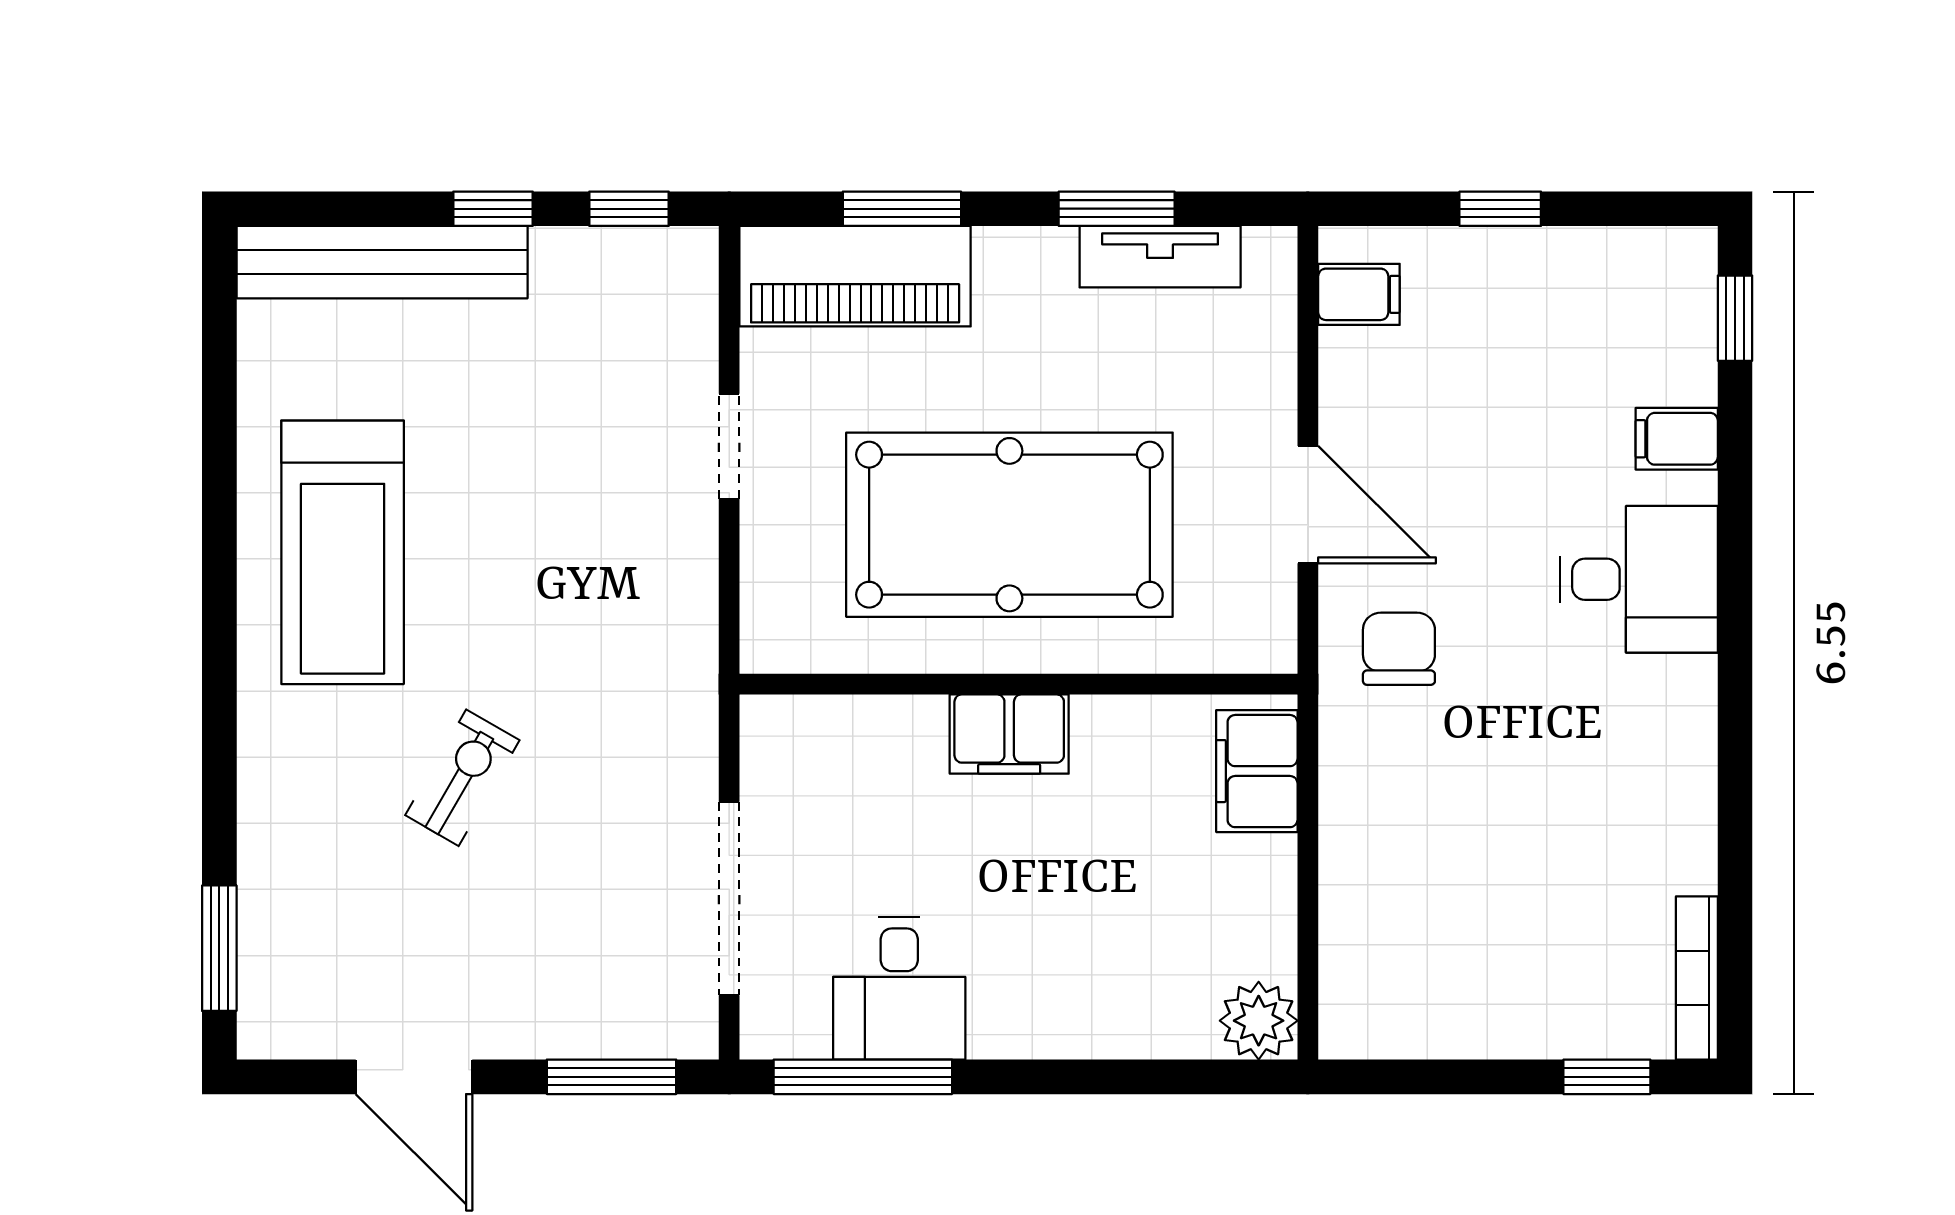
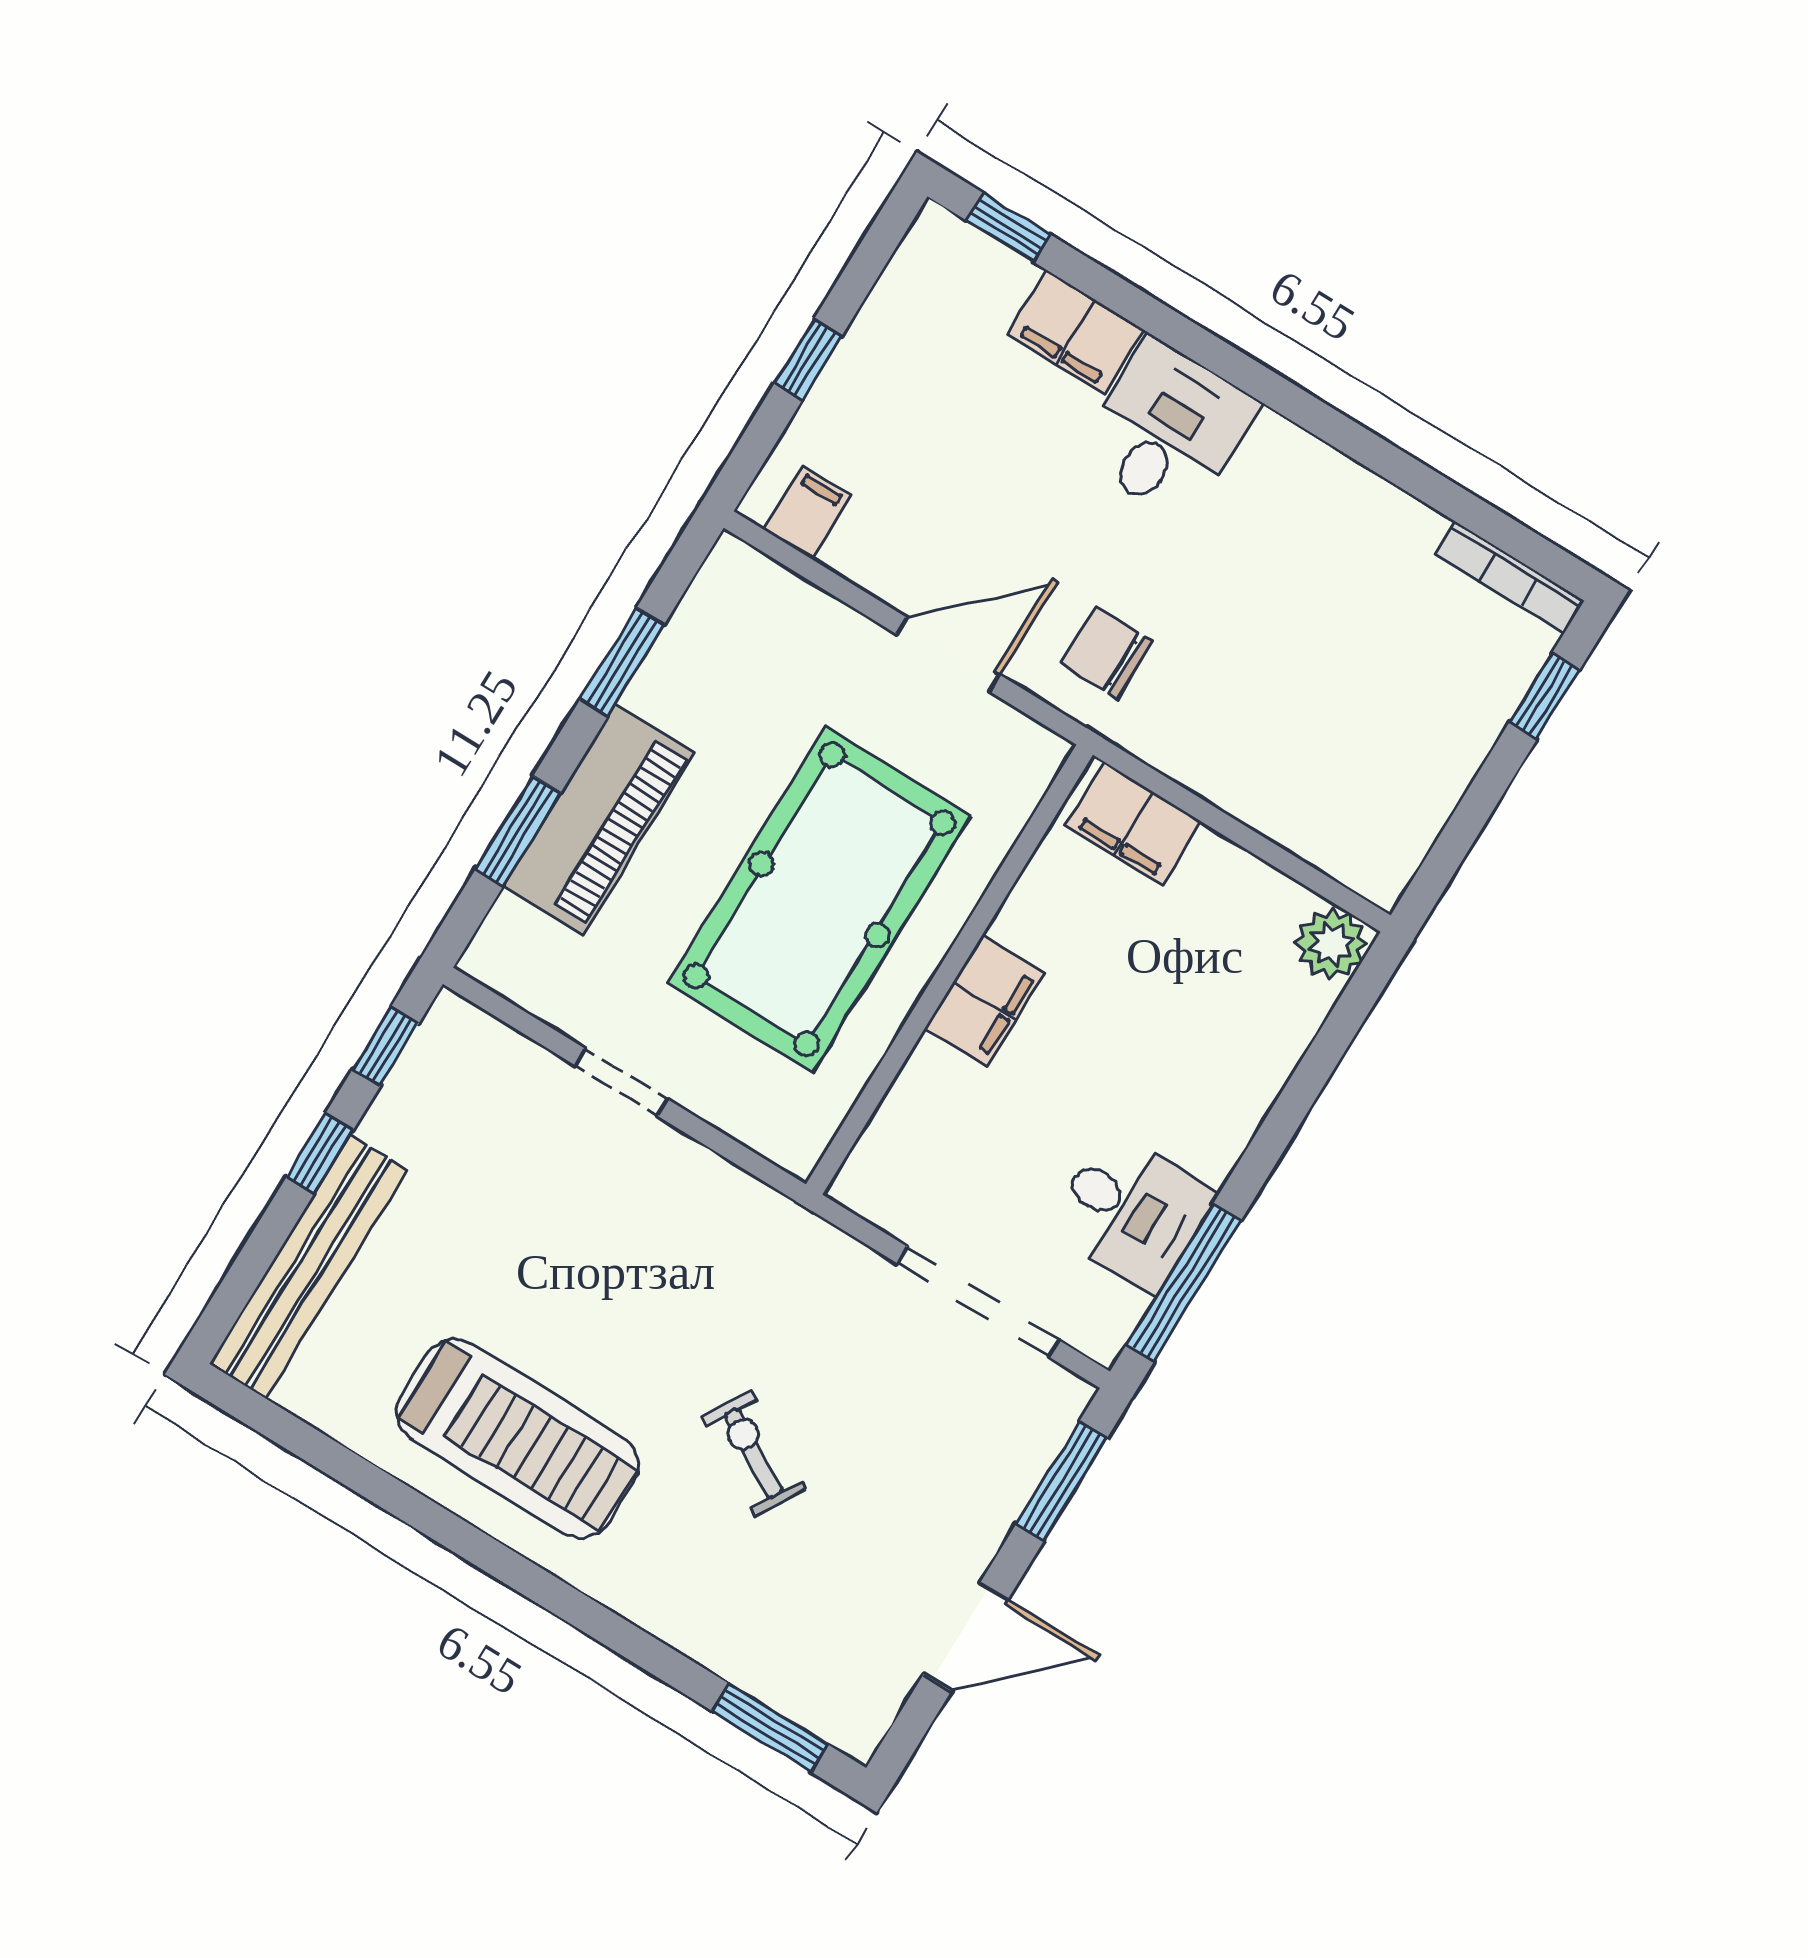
tv unit: (1160, 257) -> (681, 651), removed
piano: (855, 276) -> (599, 819), moved
filing cabinet: (1677, 439) -> (1075, 332), width x2.00

